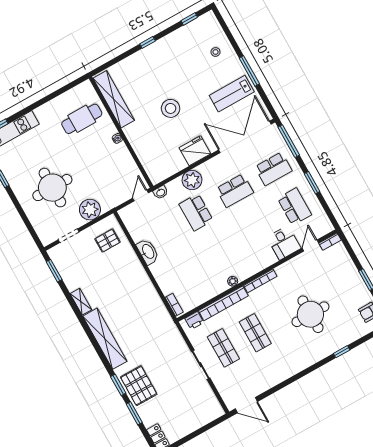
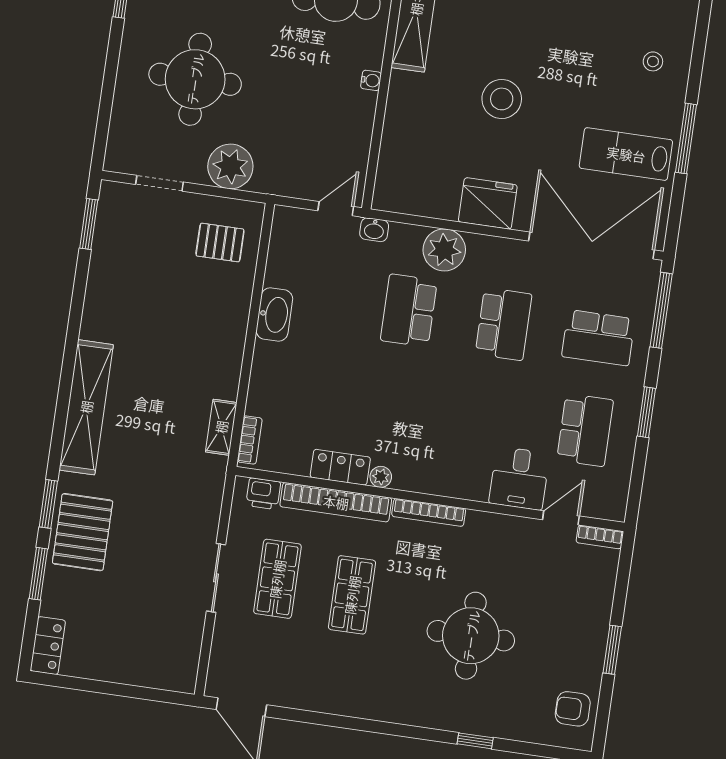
school desk: (235, 191) -> (504, 324), turned -90
locker: (215, 289) -> (340, 467), added
shelving: (81, 302) -> (221, 427), moved

